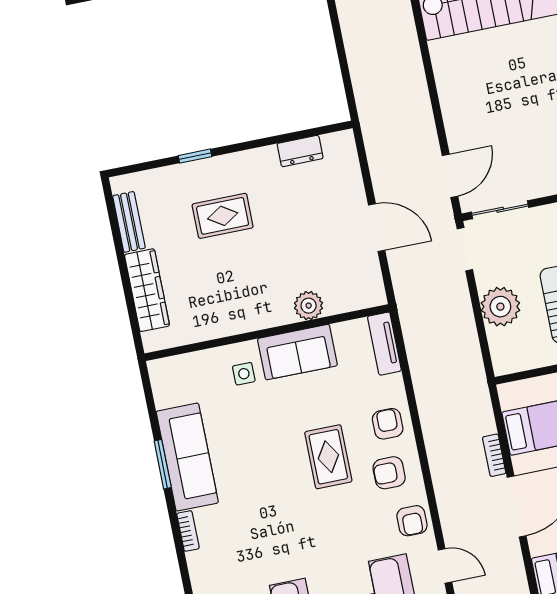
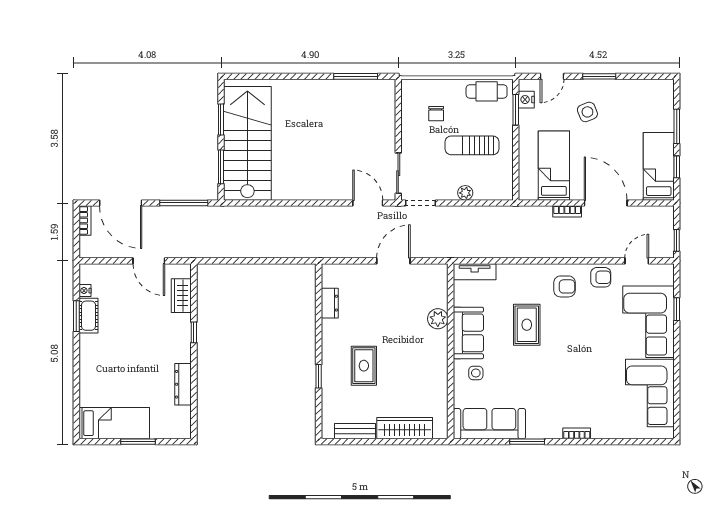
plant: (500, 307) -> (465, 193), width x0.53, depth x0.53
armchair: (388, 424) -> (530, 281), removed
sofa: (187, 457) -> (489, 424), moved
rug: (328, 457) -> (527, 325), moved, turned 90
armchair: (389, 473) -> (565, 286), turned -90

